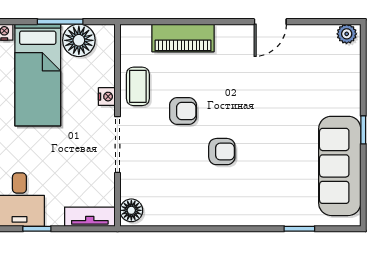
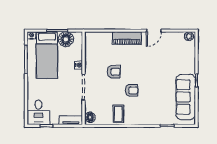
piano: (183, 38) -> (127, 38), moved
coffee table: (138, 86) -> (118, 114), moved

